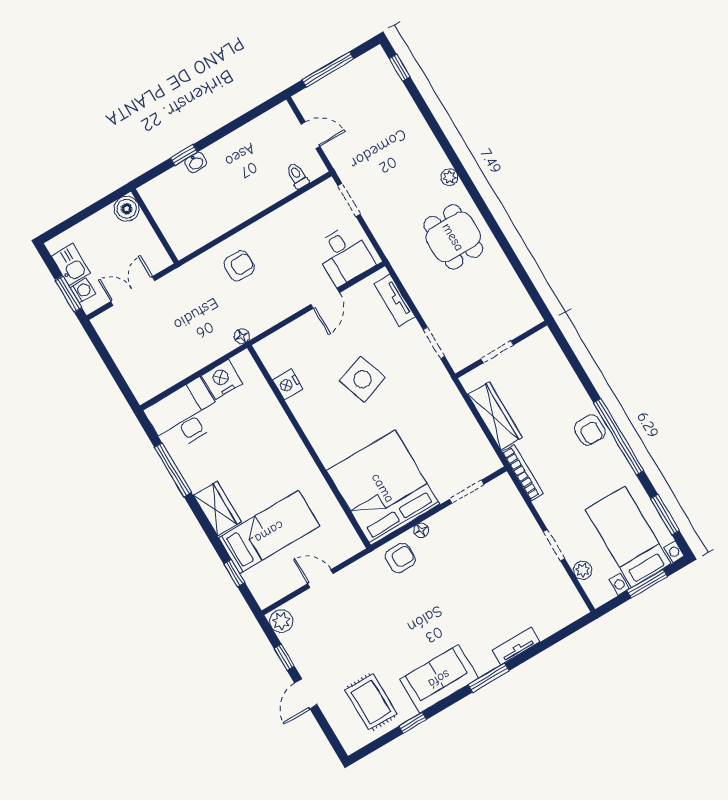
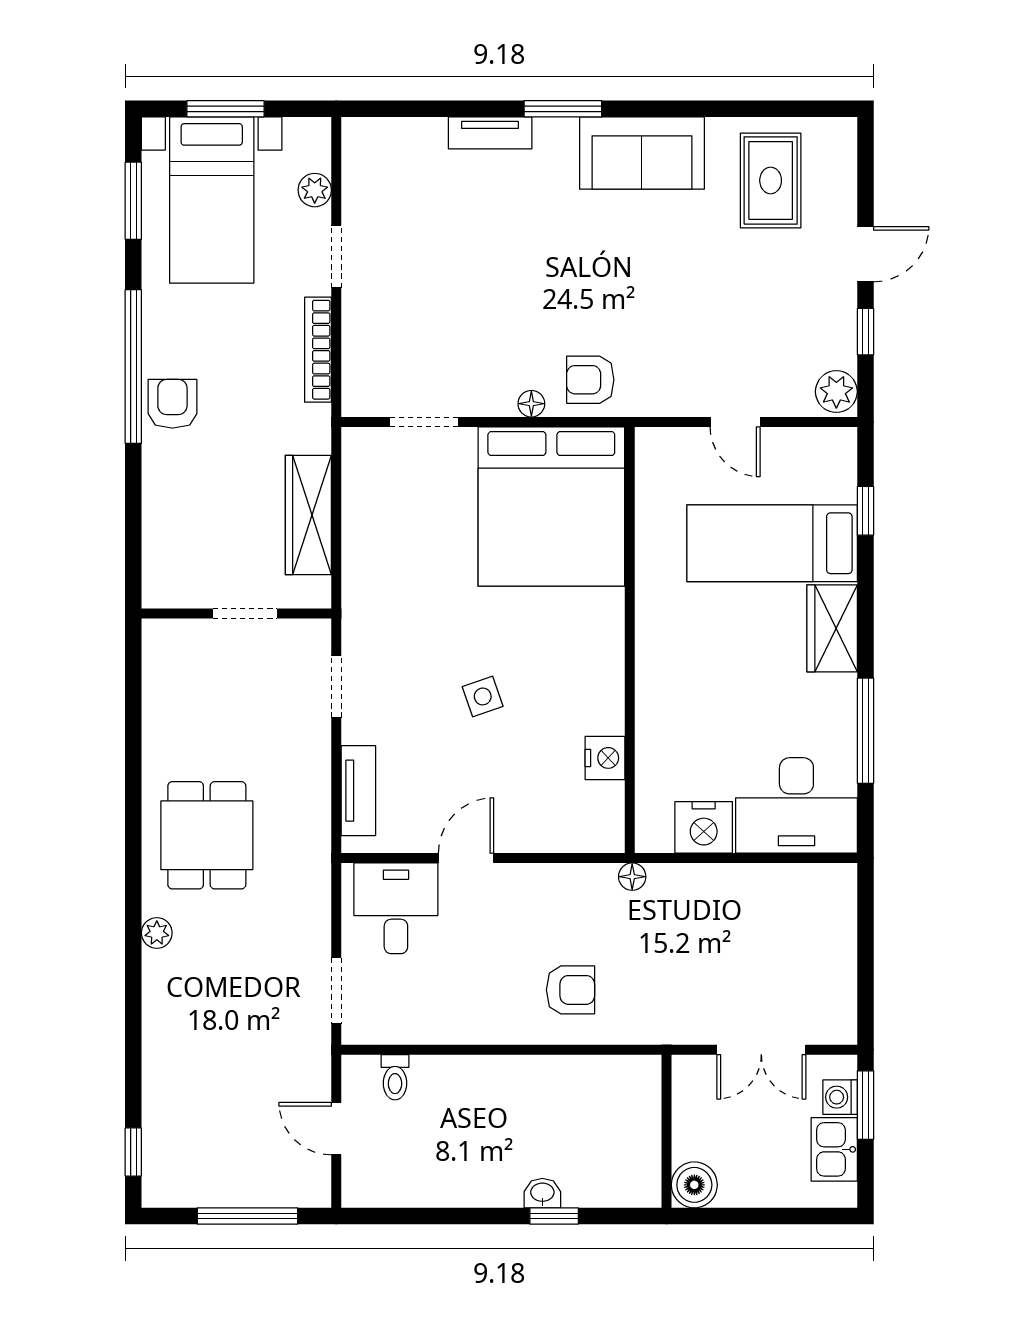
armchair: (239, 266) -> (571, 990), turned 180
side table: (362, 379) -> (483, 696), width x0.54, depth x0.54
bookcase: (523, 473) -> (318, 350), moved
window: (413, 723) -> (724, 109), removed

